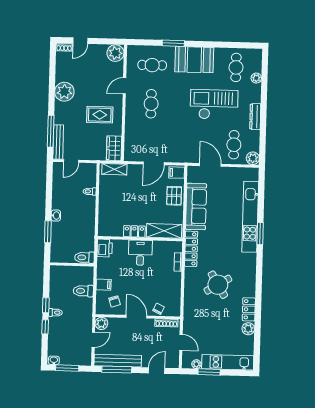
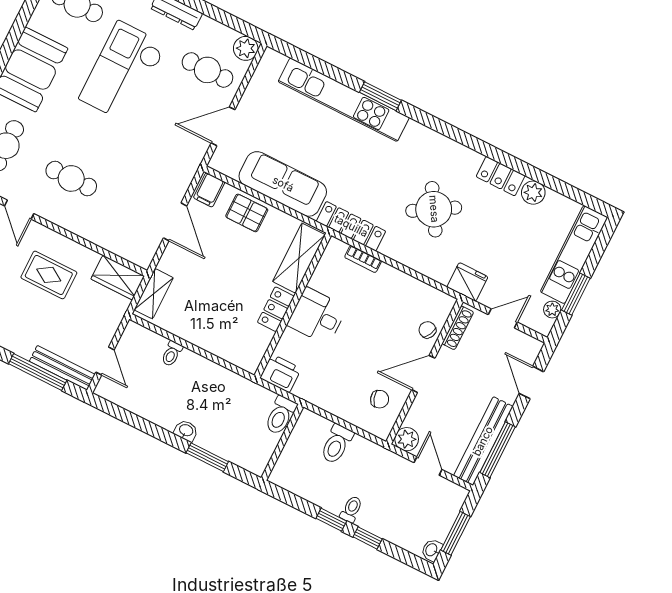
rug: (100, 115) -> (49, 275), turned 90
filing cabinet: (104, 285) -> (342, 404), removed
fridge: (191, 317) -> (467, 282), added

